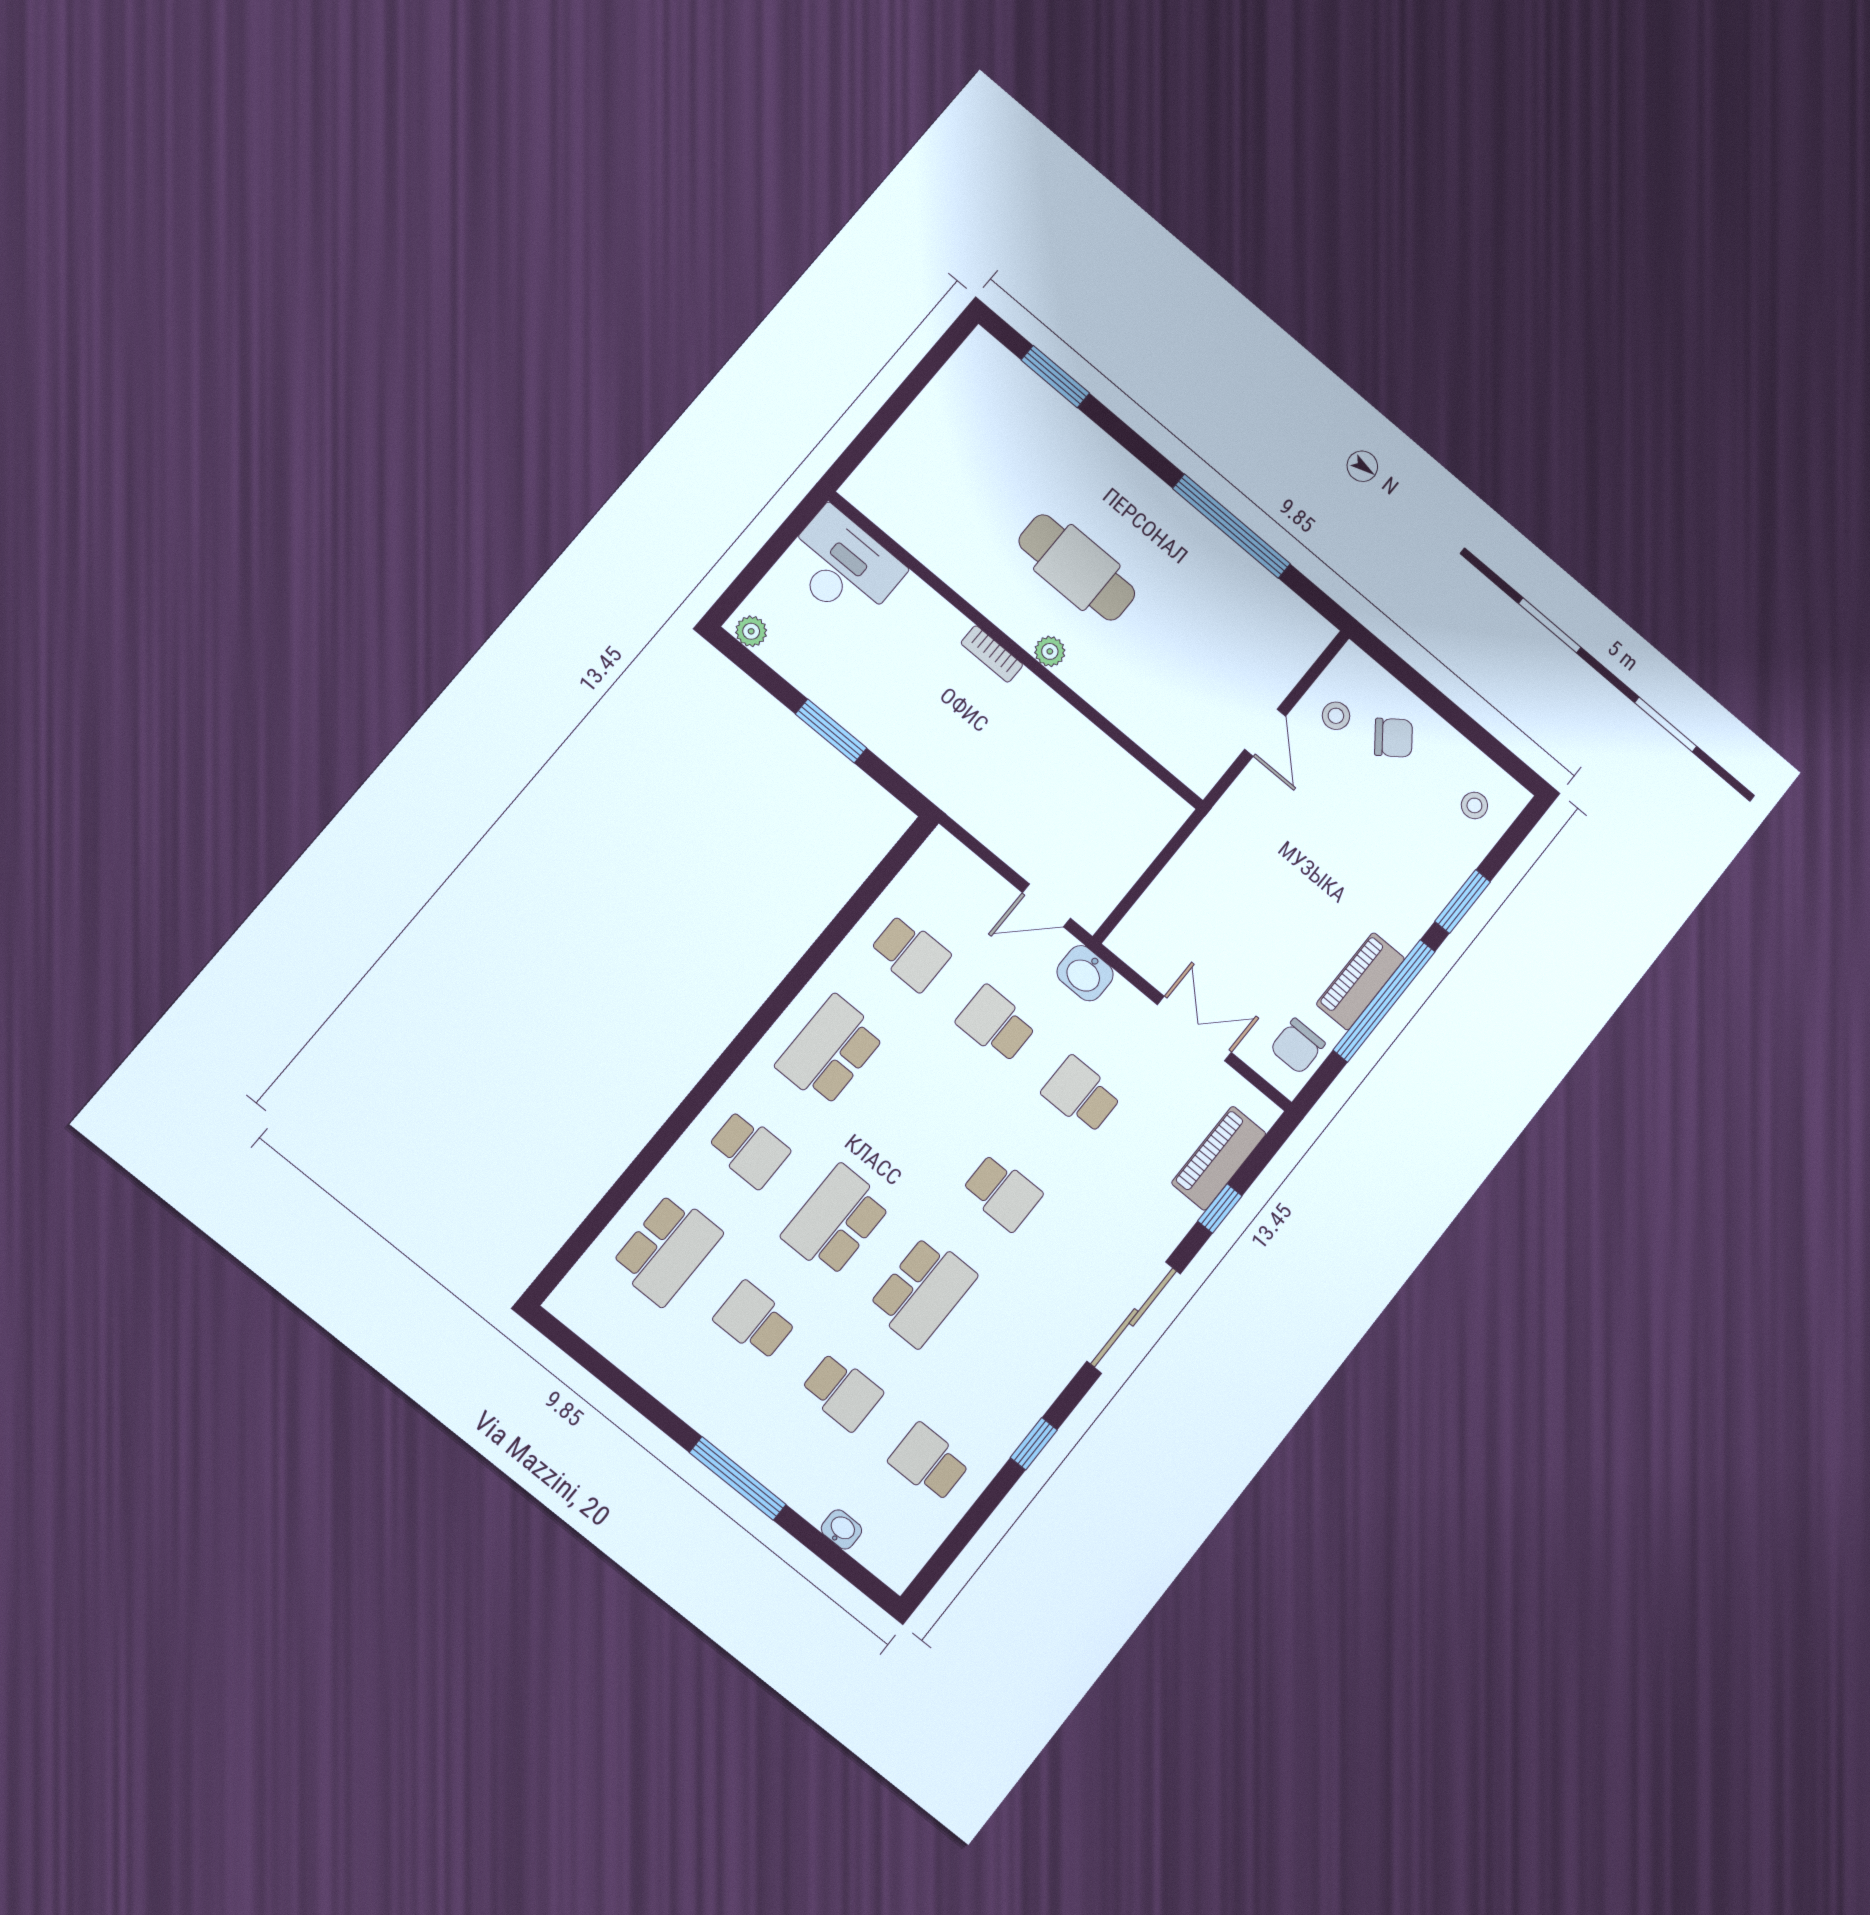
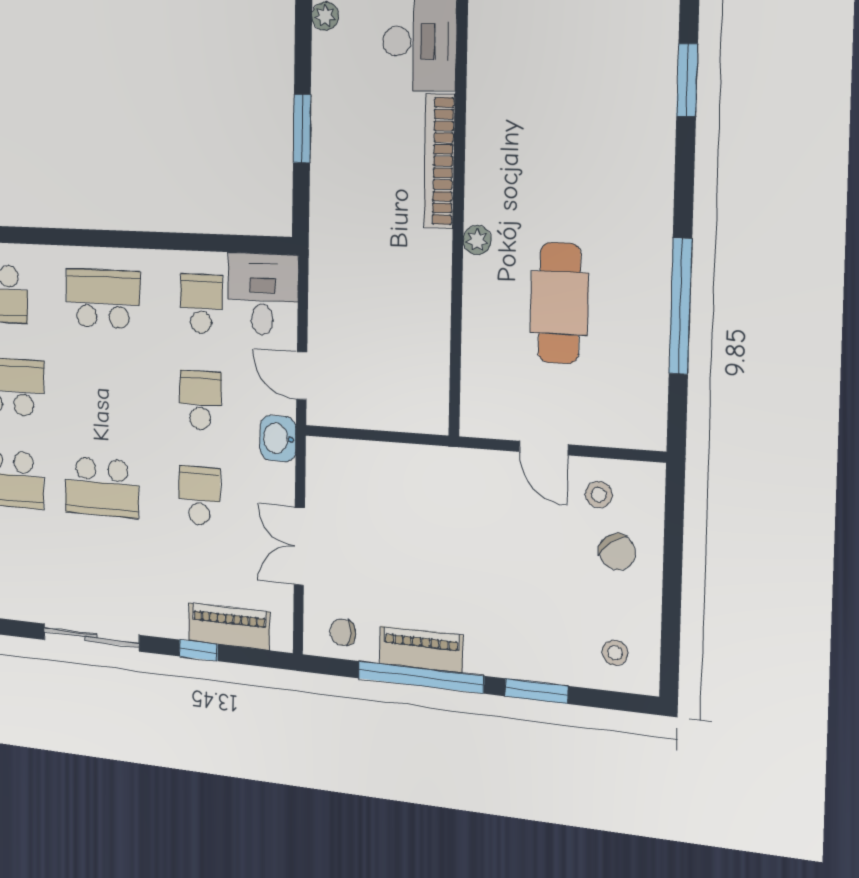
cafe table: (1077, 567) -> (559, 303), moved
bookcase: (992, 654) -> (440, 161), width x2.31, depth x1.31
door: (1265, 733) -> (544, 448), hinge flipped
desk: (947, 885) -> (263, 294), added
school desk: (910, 953) -> (201, 304), turned 180
double door: (1194, 1029) -> (299, 546), swing flipped
chair: (1298, 1046) -> (343, 632), width x0.73, depth x0.73
school desk: (1002, 1192) -> (102, 487), width x1.85

